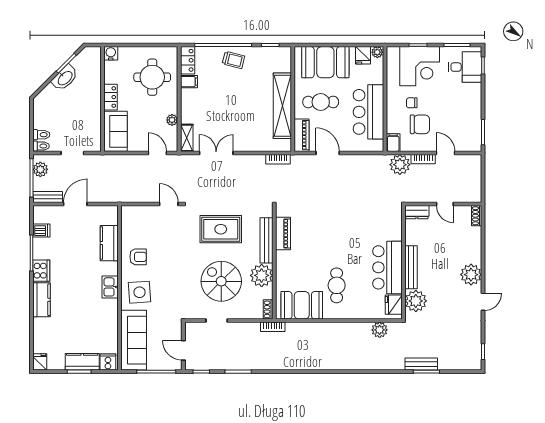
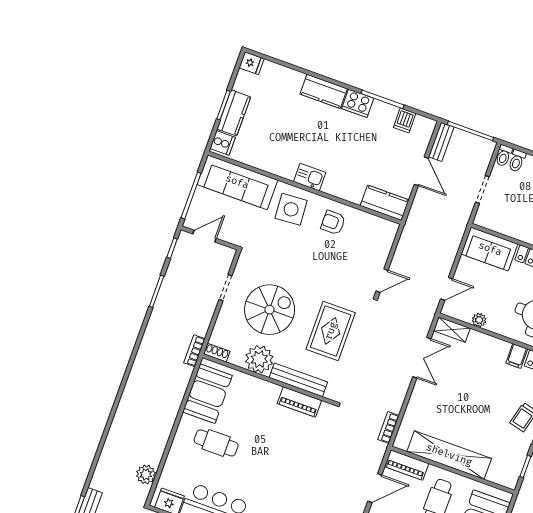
plant: (40, 169) -> (477, 145), removed
kitchen counter: (109, 243) -> (385, 203), moved
armchair: (138, 257) -> (333, 222), turned 90

